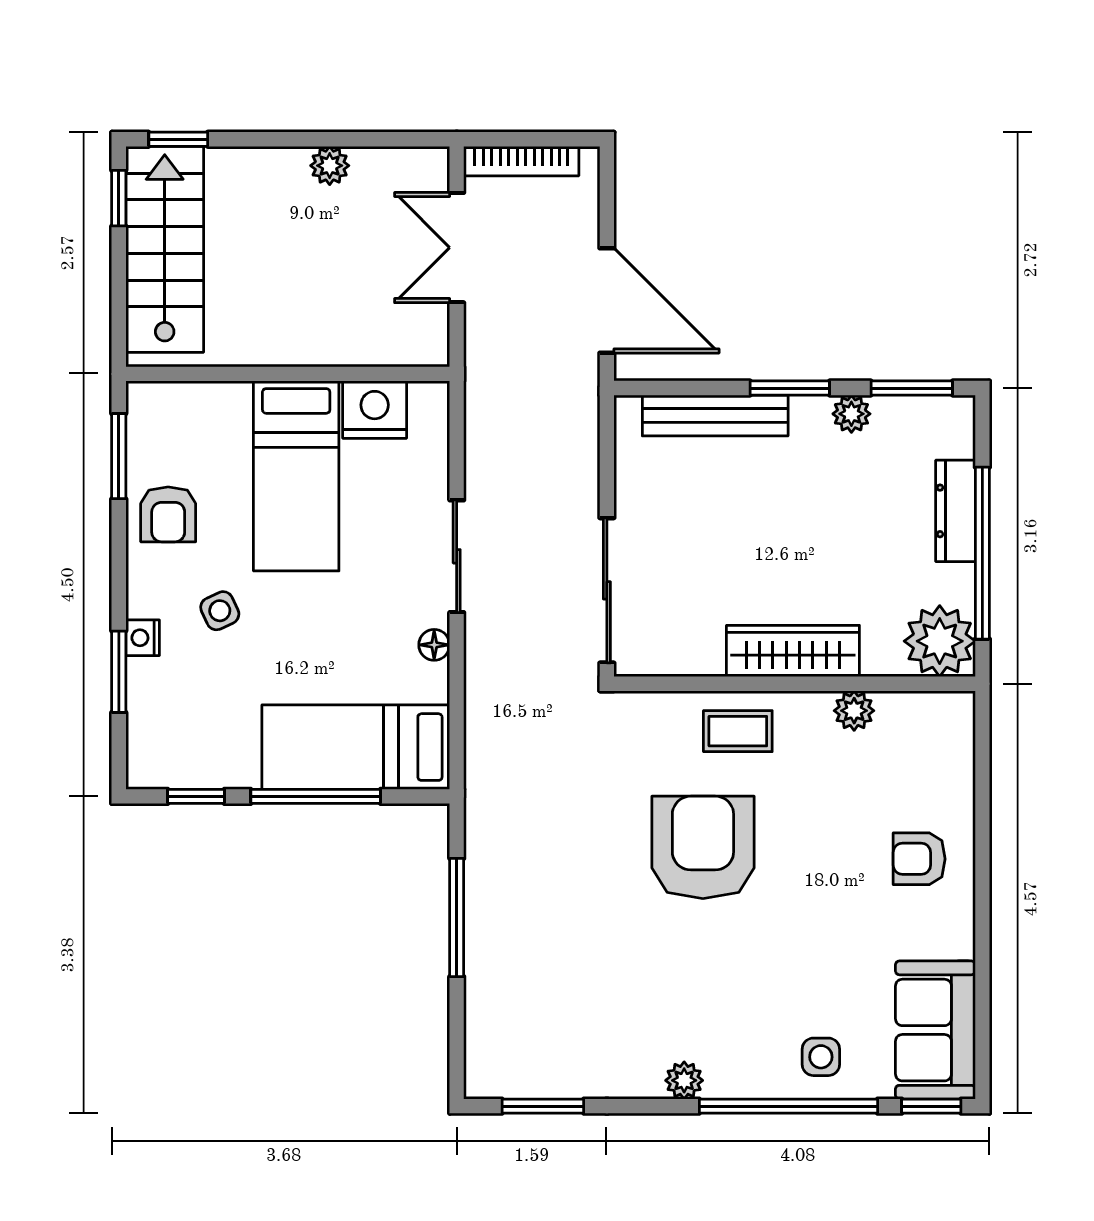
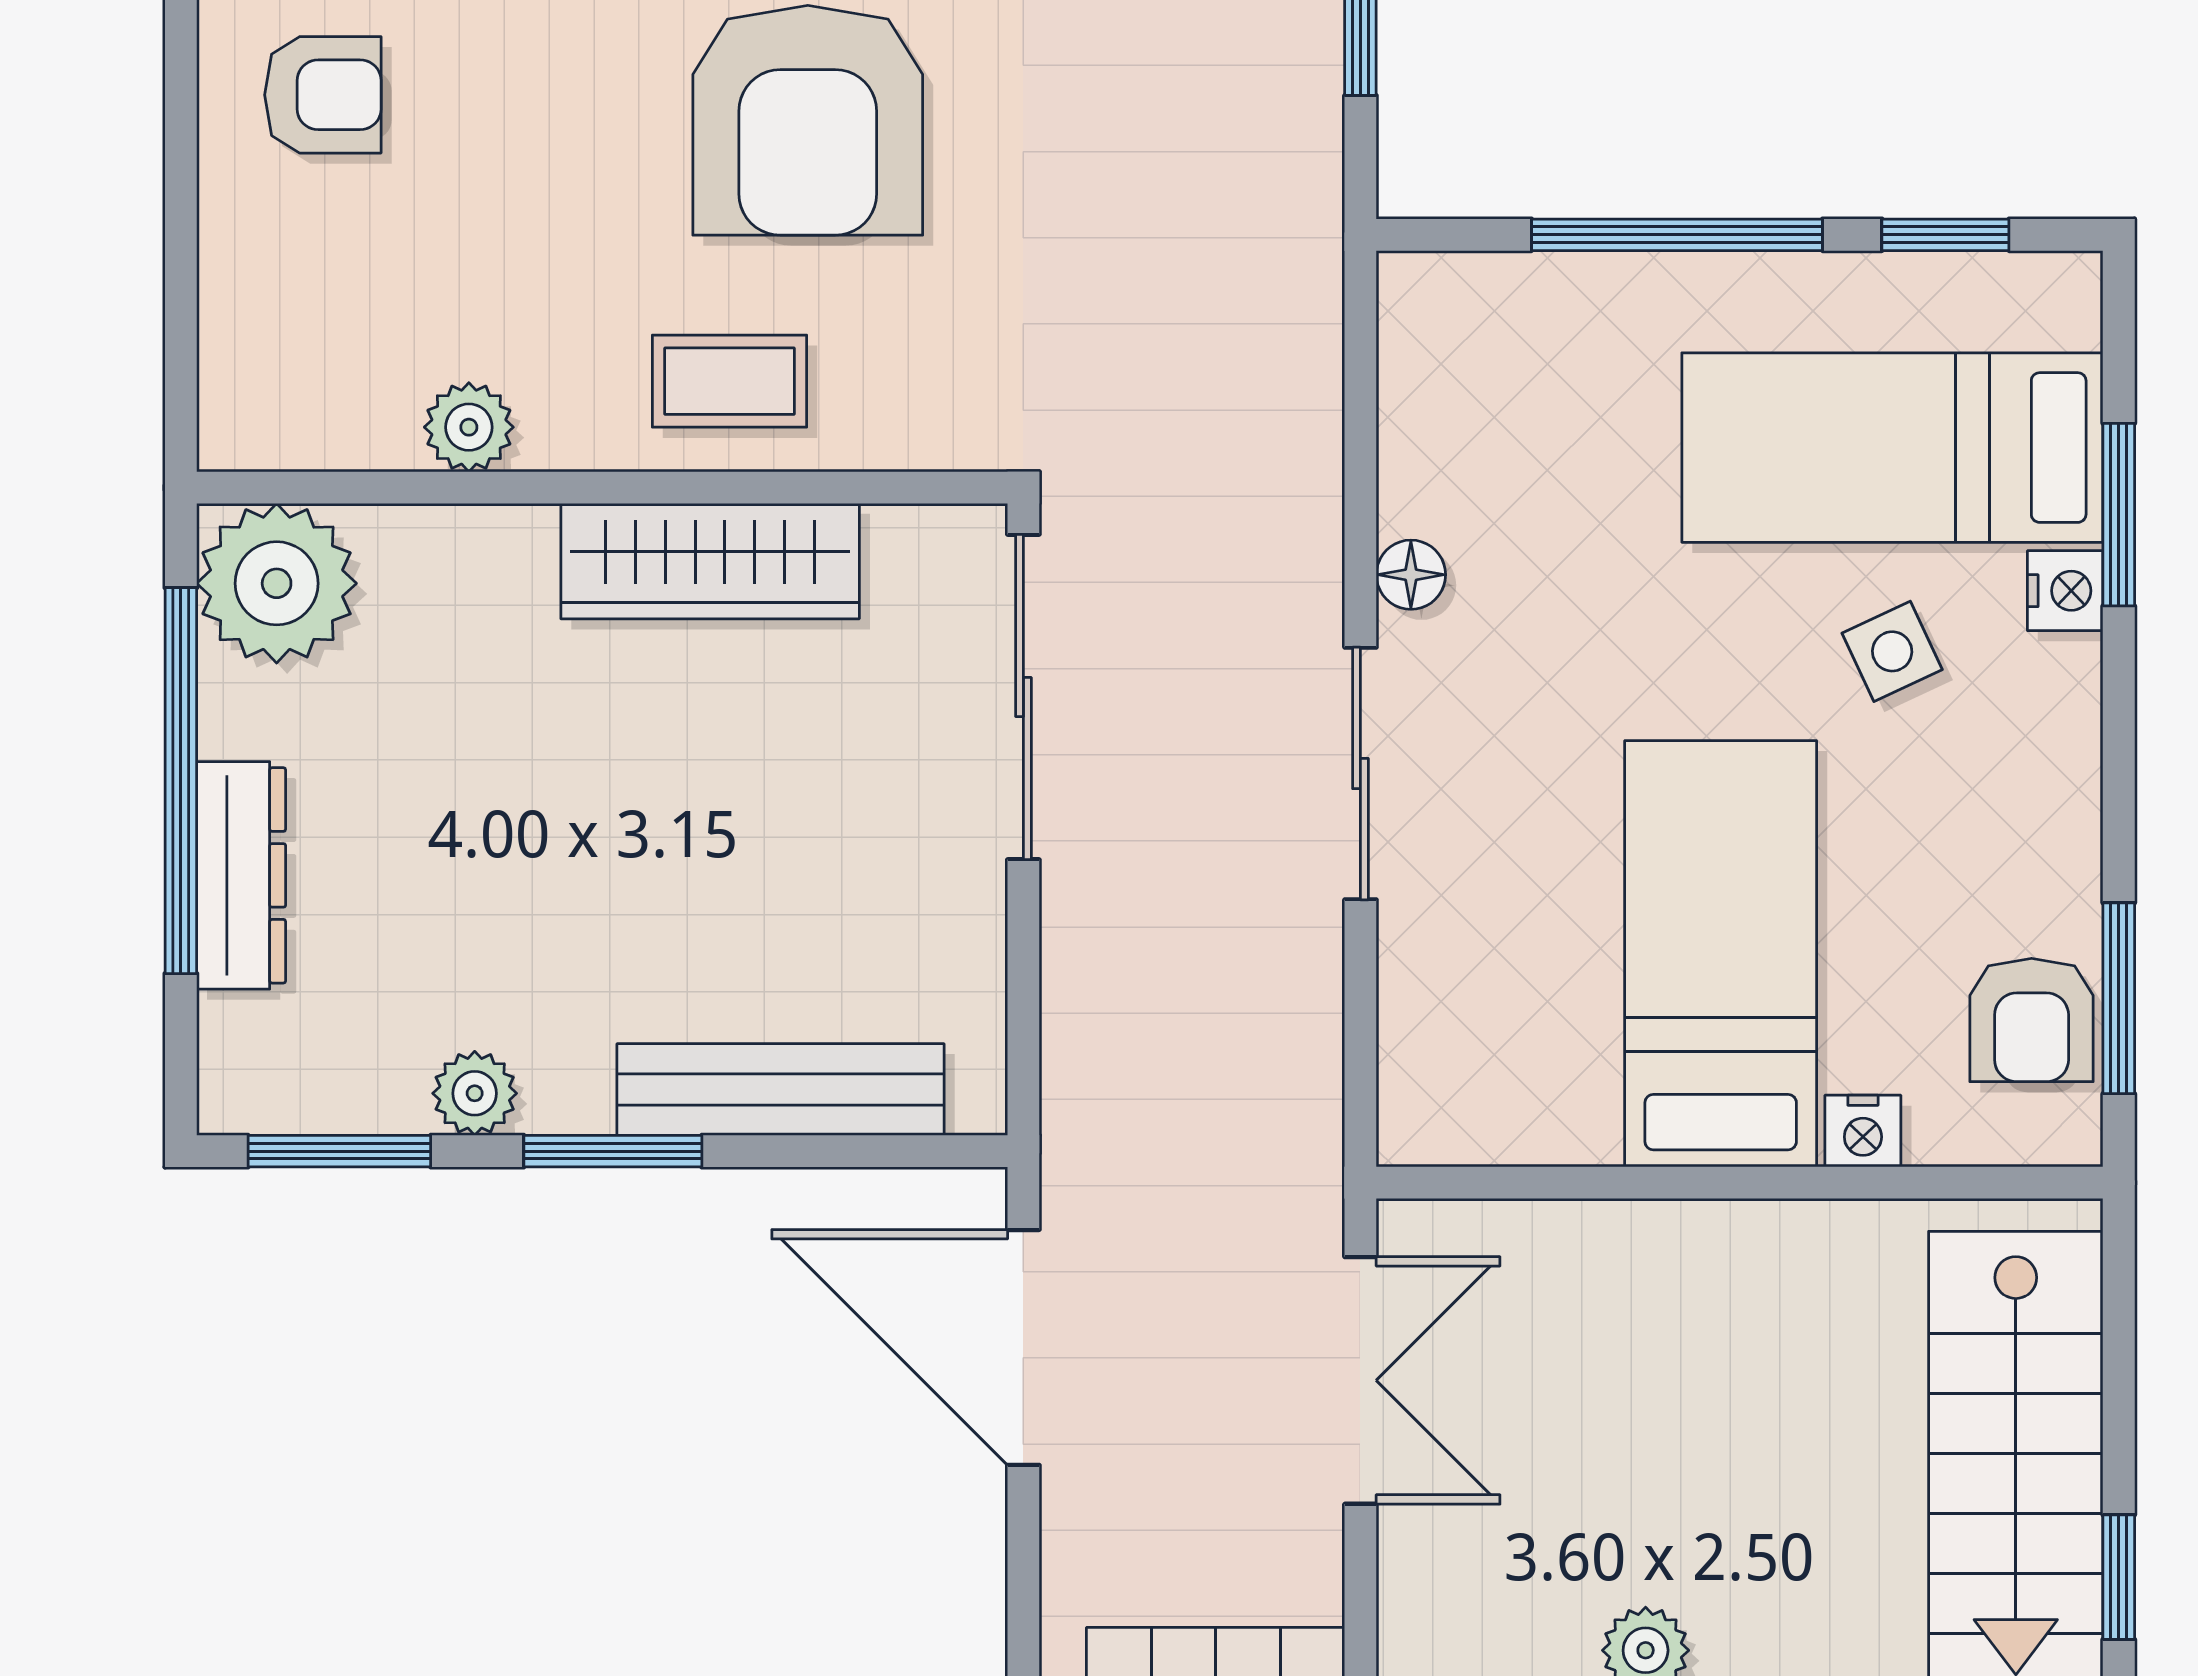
double door: (457, 248) -> (1360, 1380), moved
nightstand: (375, 410) -> (1863, 1131), moved, width x0.53, depth x0.56
armchair: (168, 514) -> (2032, 1020), moved, turned 180
wardrobe: (793, 651) -> (710, 561), moved
bed: (356, 747) -> (1892, 448), moved, turned 180

